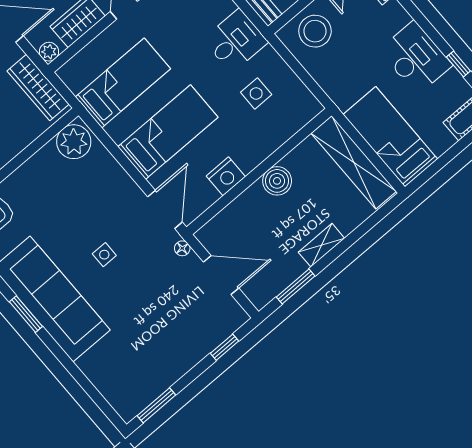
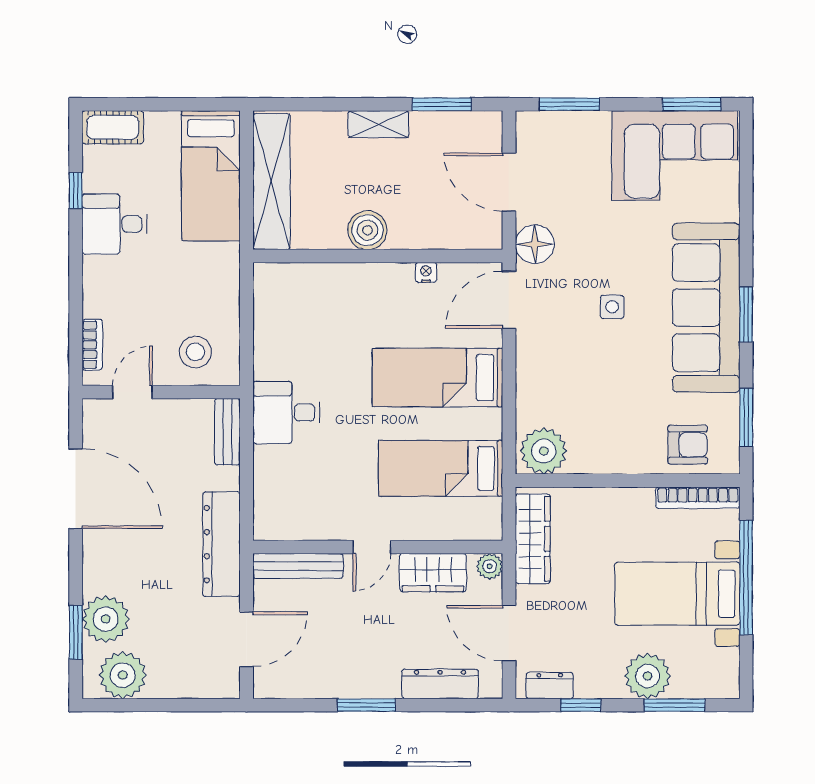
stool: (315, 31) -> (195, 352), width x0.73, depth x0.73
desk: (416, 58) -> (114, 224), width x0.73
side table: (256, 93) -> (312, 339), removed
nightstand: (226, 176) -> (426, 272), width x0.53, depth x0.56
floor lamp: (182, 248) -> (535, 244), width x1.89, depth x1.89
window: (224, 347) -> (569, 104), width x1.50
corner sofa: (141, 369) -> (675, 155), added

